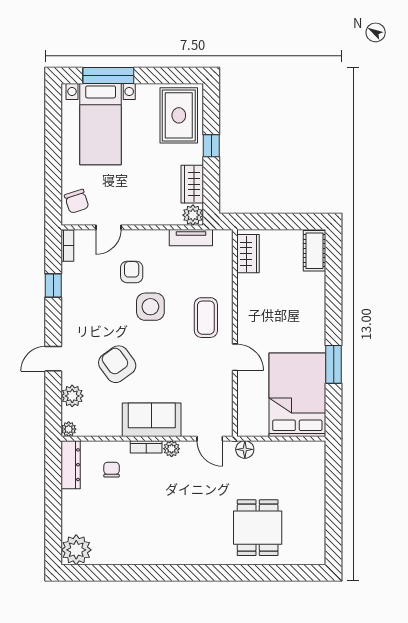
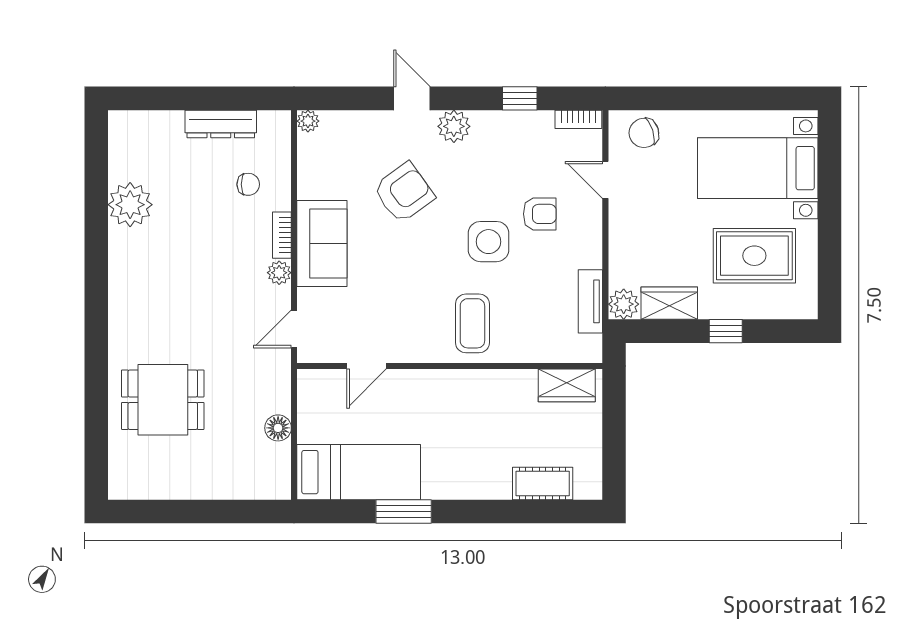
window: (108, 75) -> (829, 180), removed
rug: (179, 115) -> (754, 256), moved
cot: (315, 251) -> (543, 484), moved
coffee table: (206, 318) -> (472, 323), turned 90
door: (235, 357) -> (366, 366), moved
bed: (297, 395) -> (359, 472), width x0.67
plant: (72, 396) -> (454, 126), moved
floor lamp: (245, 449) -> (278, 428), moved
dresser: (71, 465) -> (221, 124), moved
plant: (76, 550) -> (130, 205), moved

